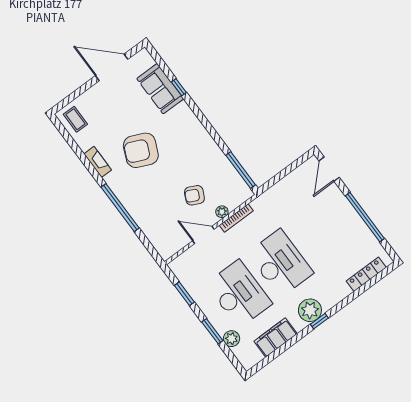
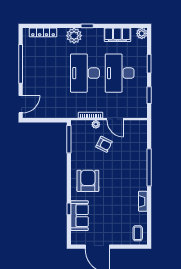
armchair: (141, 150) -> (88, 181), moved, turned -114
plant: (310, 310) -> (74, 36), moved
plant: (231, 339) -> (142, 33), moved

